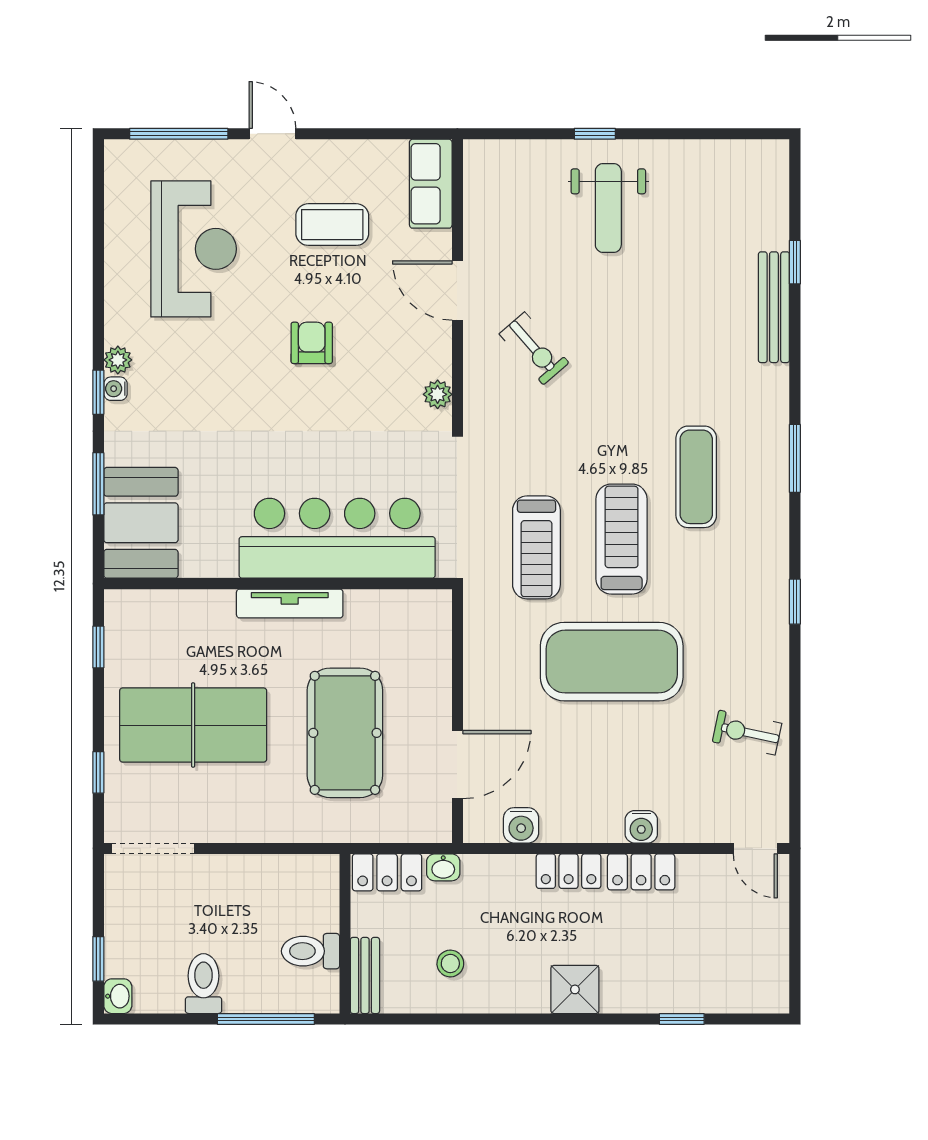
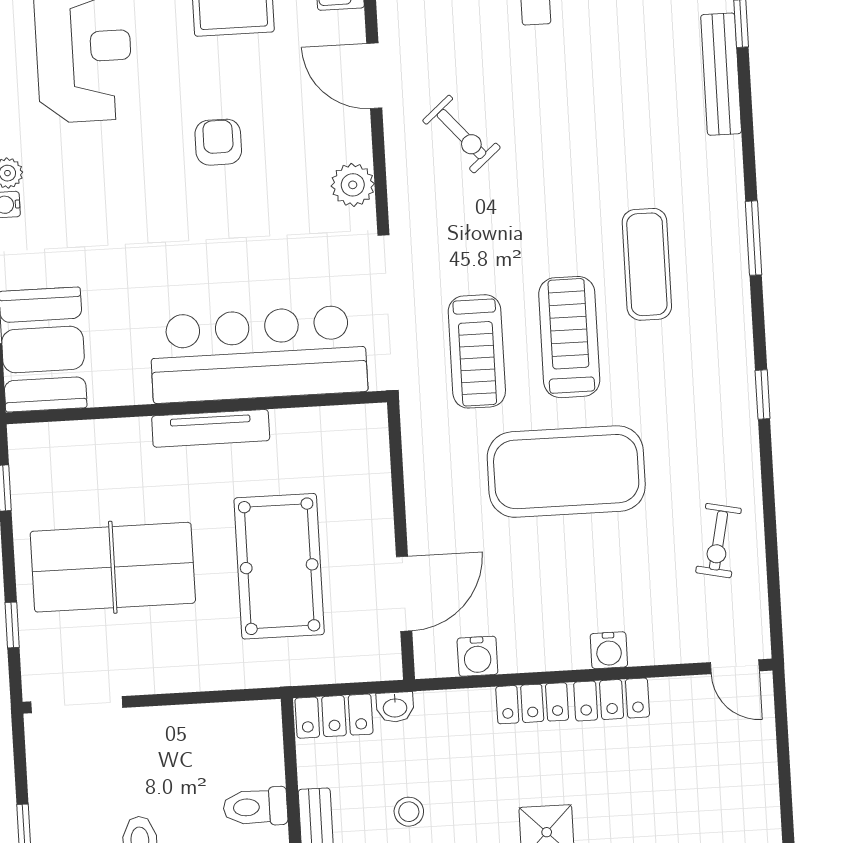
plant: (438, 394) -> (353, 185), width x1.38, depth x1.38
exercise bike: (747, 733) -> (718, 541), turned -90

